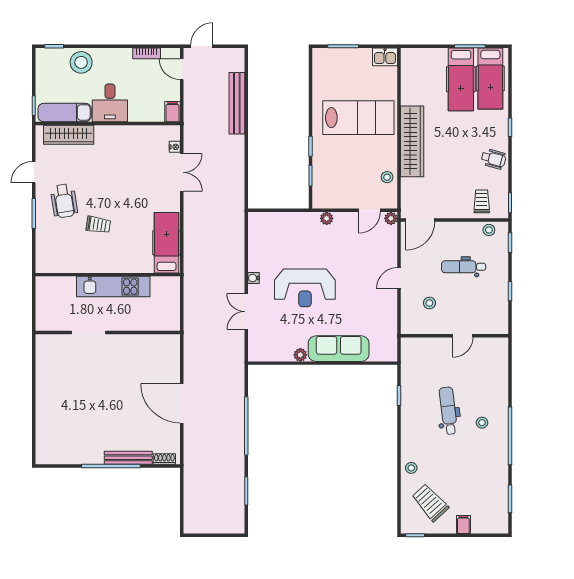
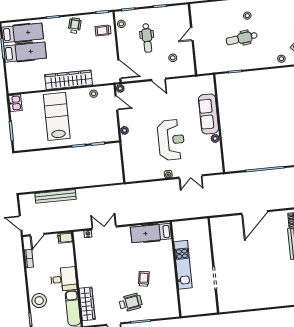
door: (463, 336) -> (192, 34), swing flipped

